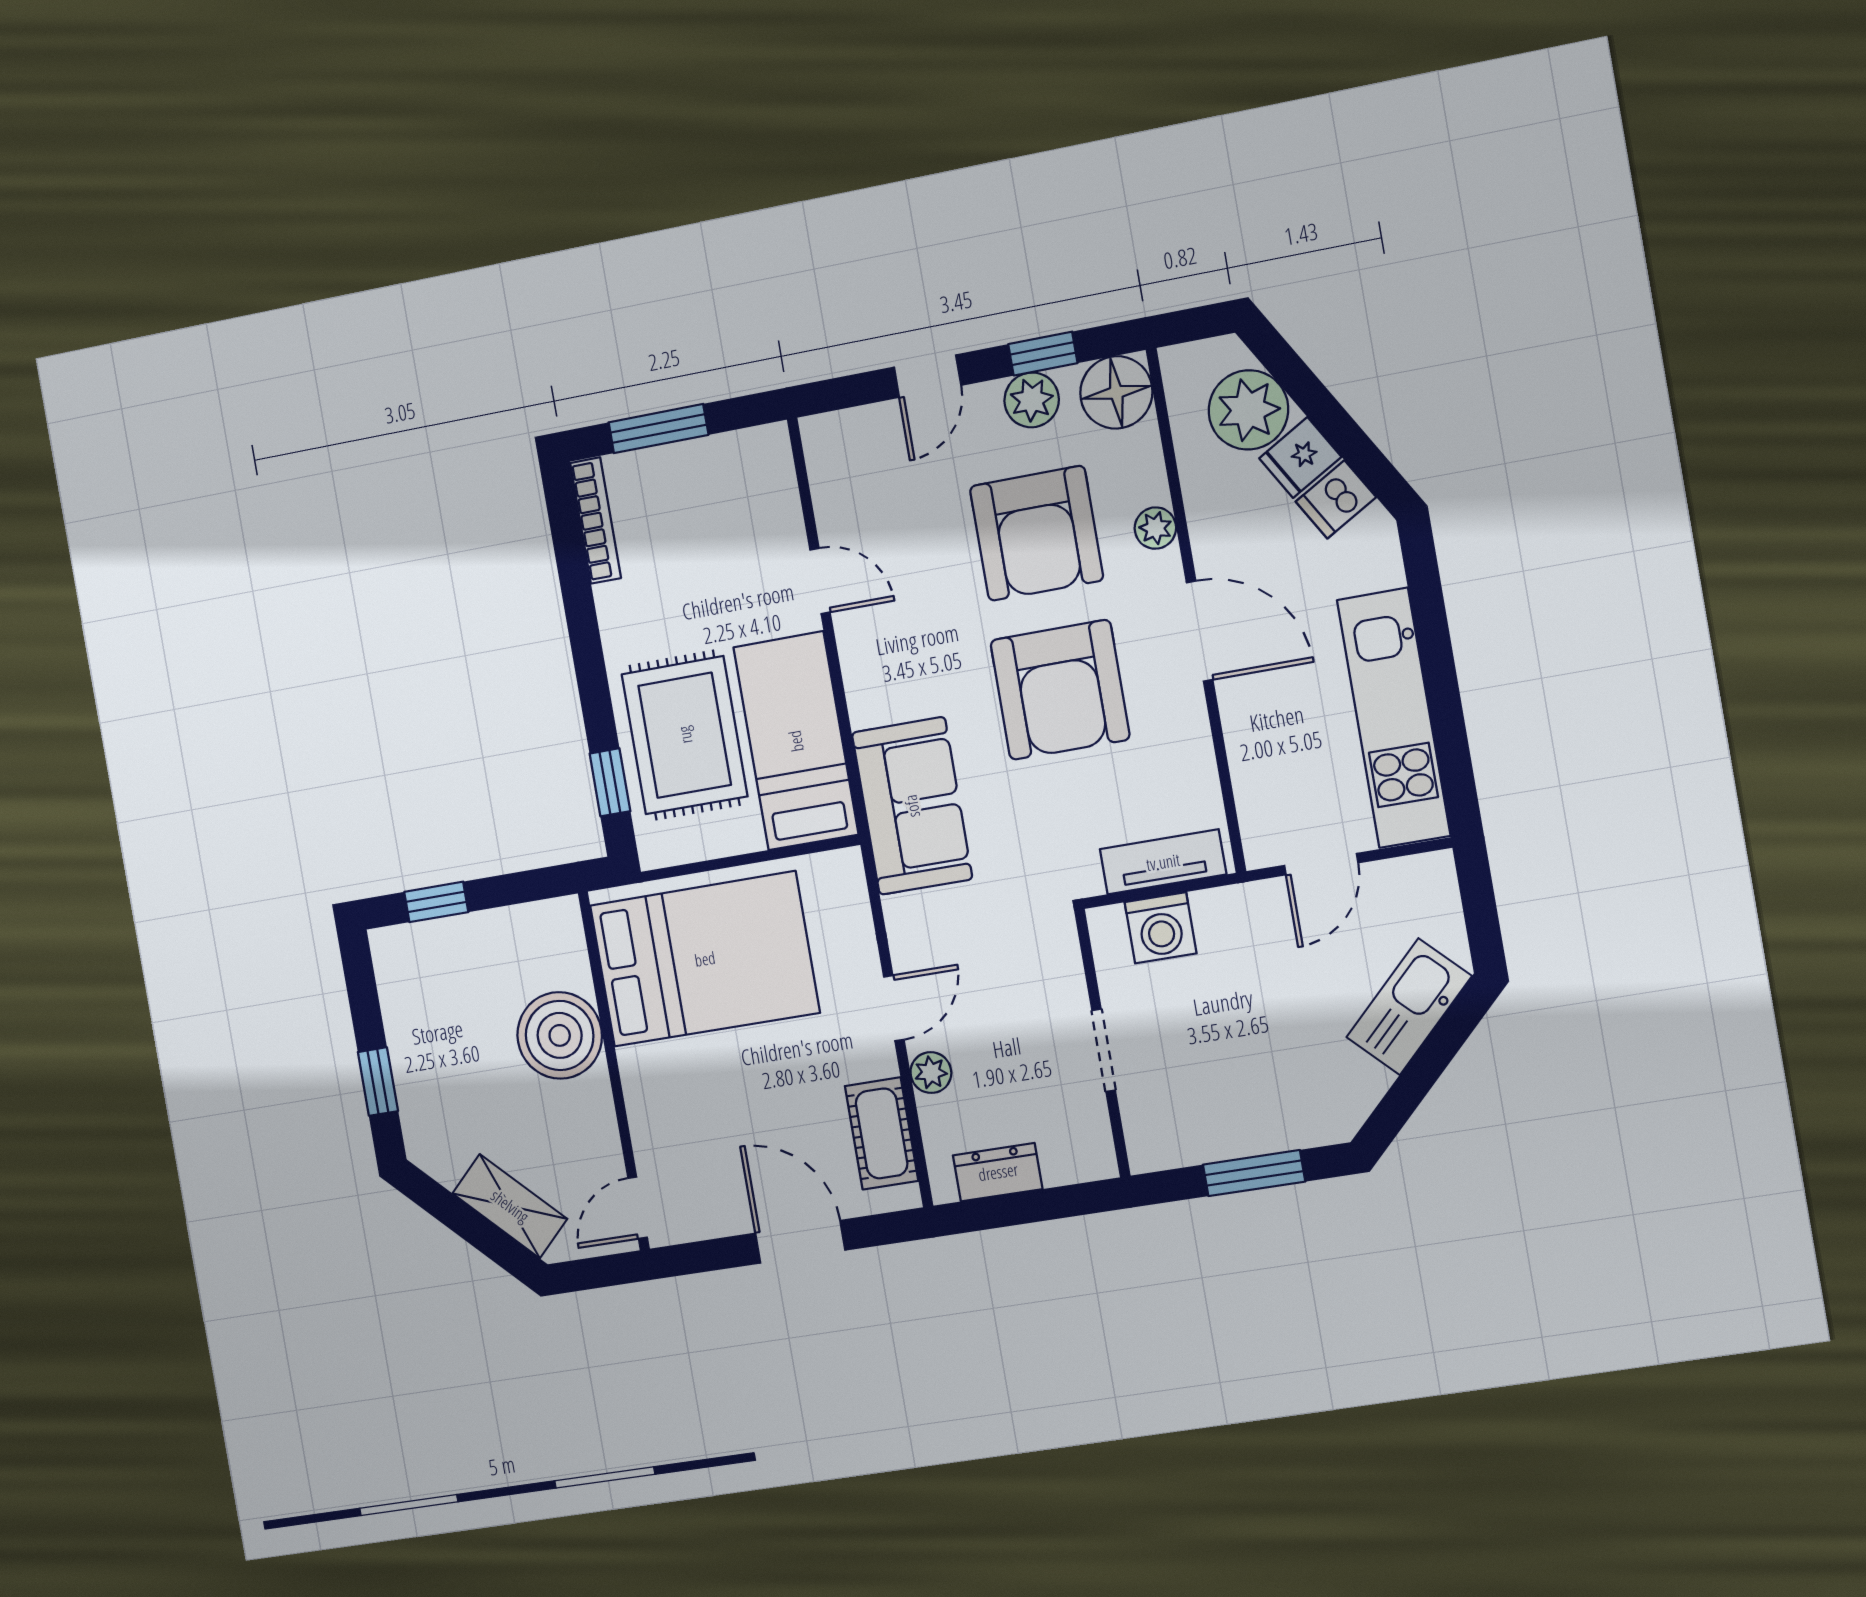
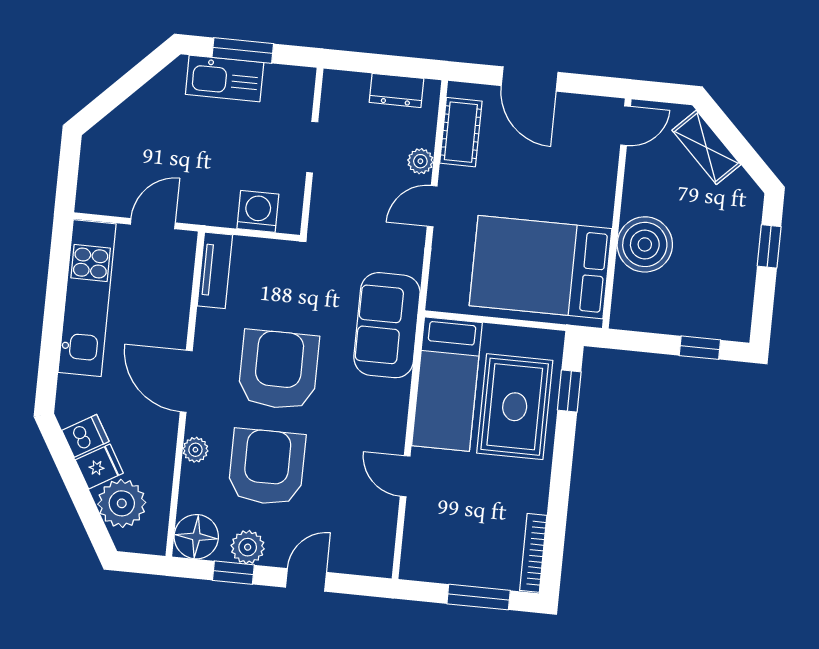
tv unit: (1163, 862) -> (215, 270), moved, turned -90
kitchen sink: (1409, 1007) -> (225, 78), moved, turned 45

